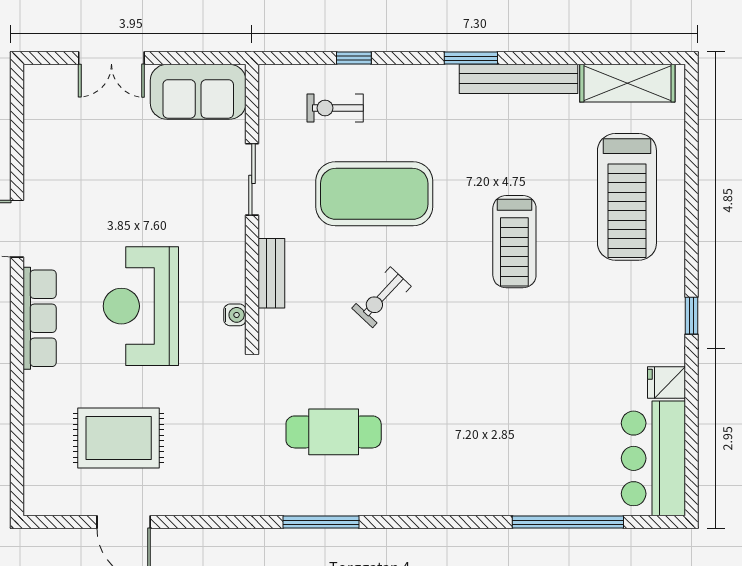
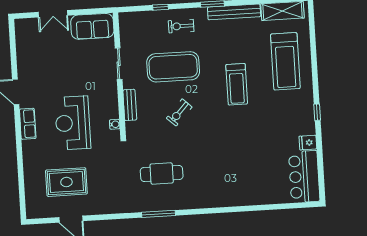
exercise bike: (335, 108) -> (181, 26), moved
row of seats: (40, 318) -> (28, 124), width x0.68
window: (568, 522) -> (268, 207), removed

